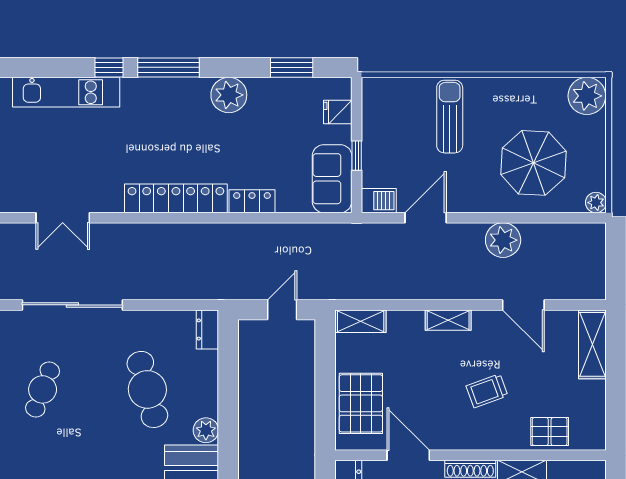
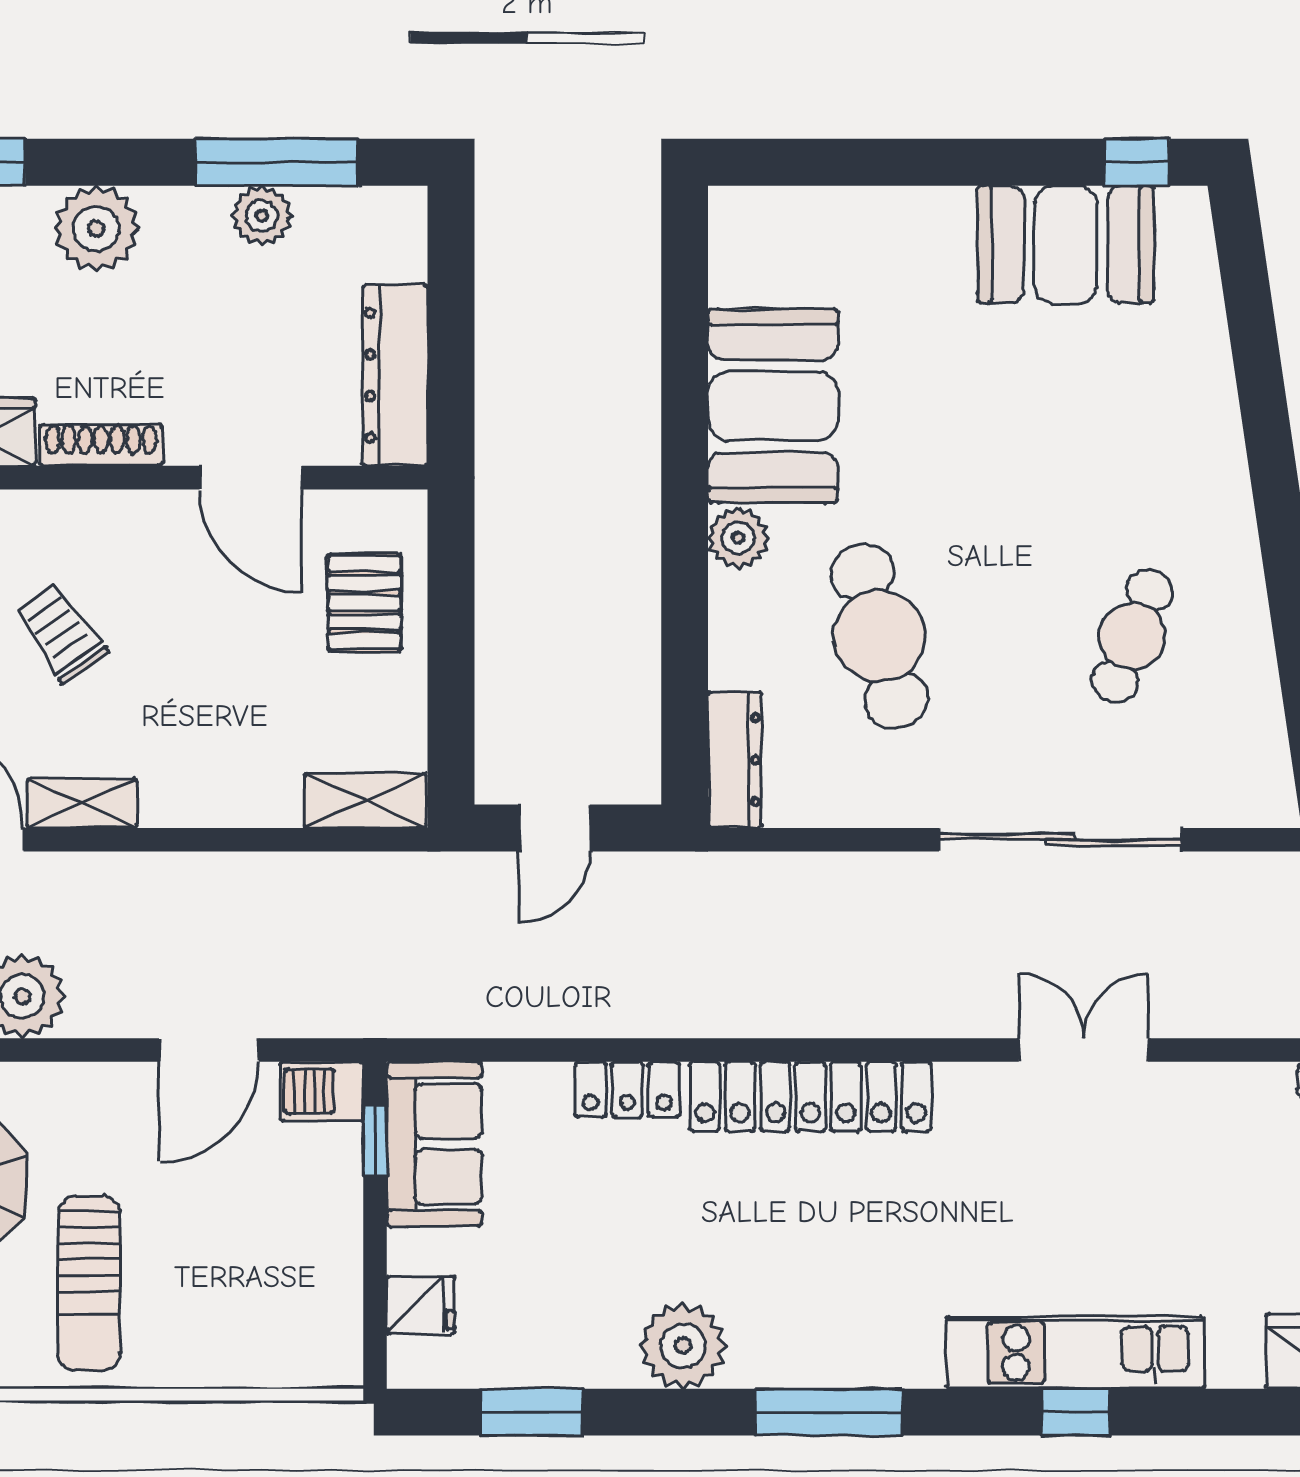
window: (109, 67) -> (1075, 1412), moved
sun lounger: (450, 117) -> (89, 1283), moved
window: (357, 156) -> (375, 1141), moved
shelving: (448, 320) -> (82, 803), moved
dresser: (207, 330) -> (735, 760), width x1.44
trolley: (487, 391) -> (61, 633), turned -105
pallet: (361, 403) -> (365, 603), width x0.67, depth x0.71

